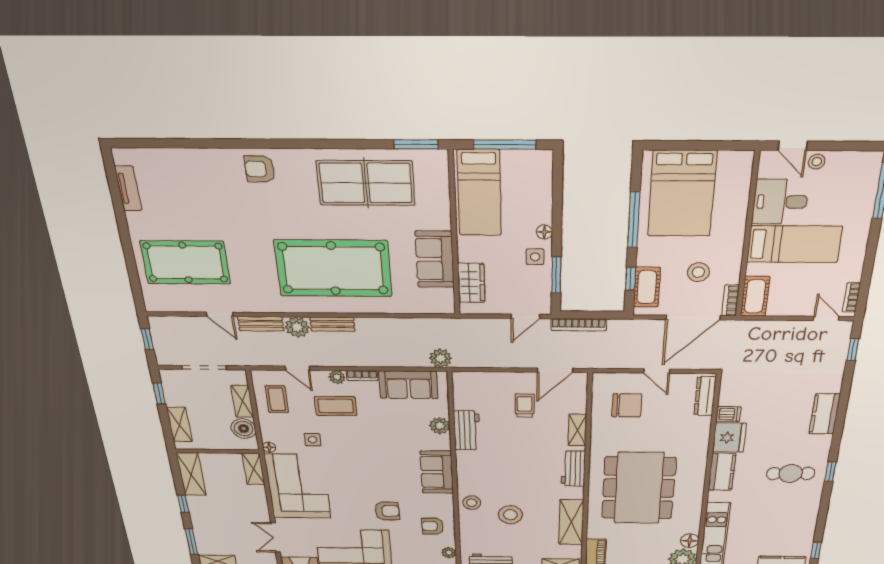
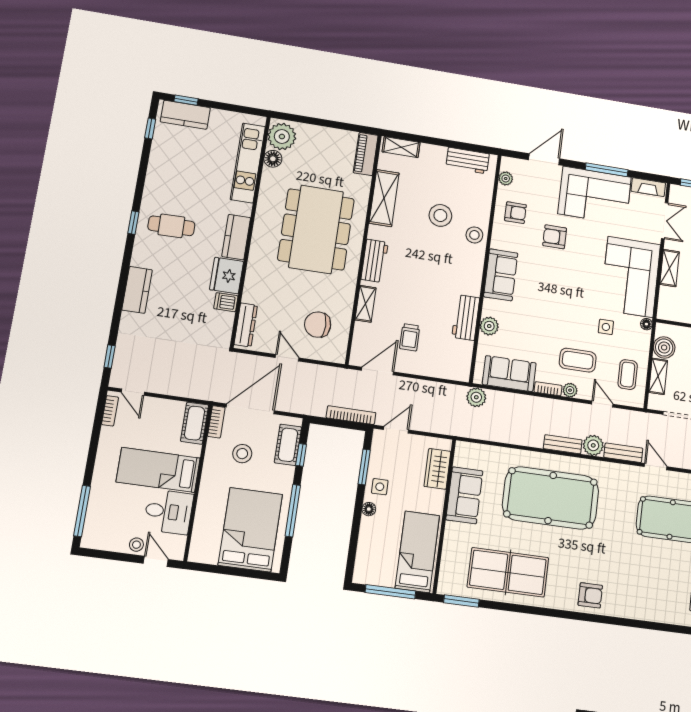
shelving: (253, 469) -> (670, 268), moved

